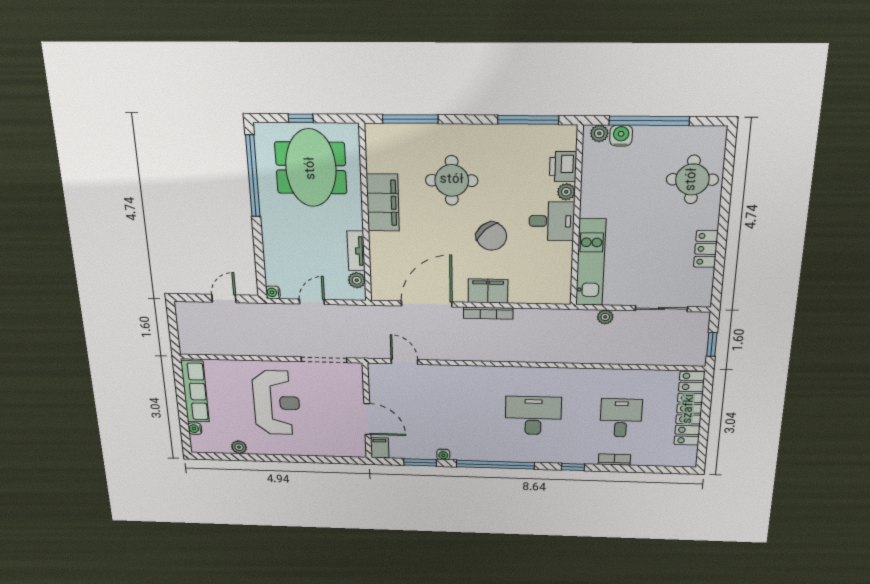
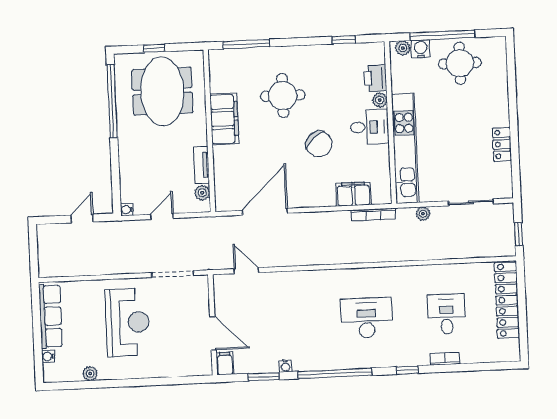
window: (528, 120) -> (344, 40), width x0.46
round table: (692, 179) -> (460, 63), moved
kitchen unit: (591, 262) -> (405, 148), width x1.36
filing cabinet: (488, 291) -> (353, 194), moved
bookcase: (488, 313) -> (373, 215), moved

